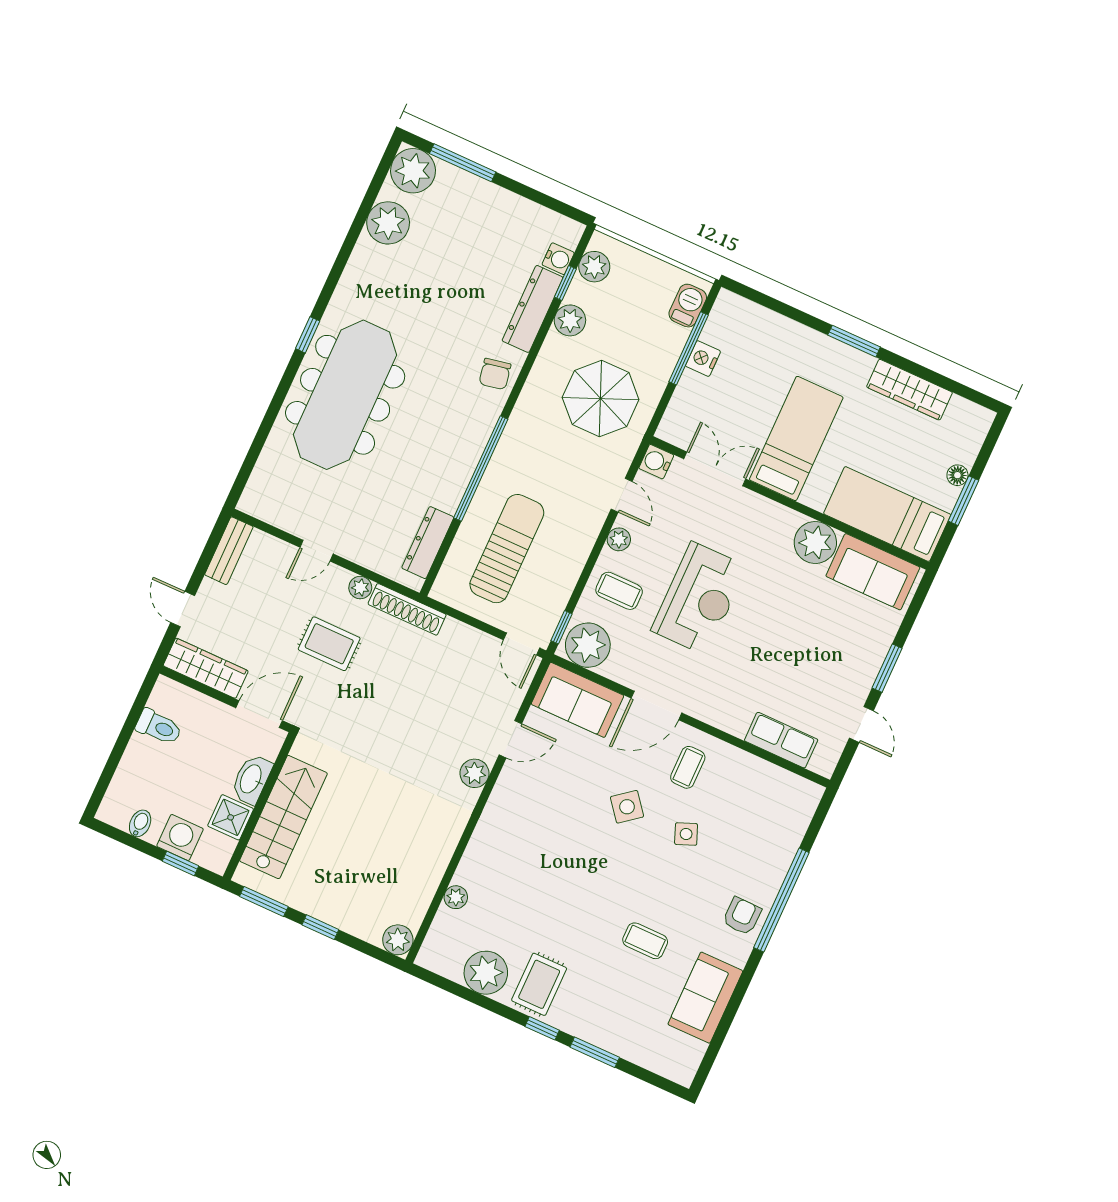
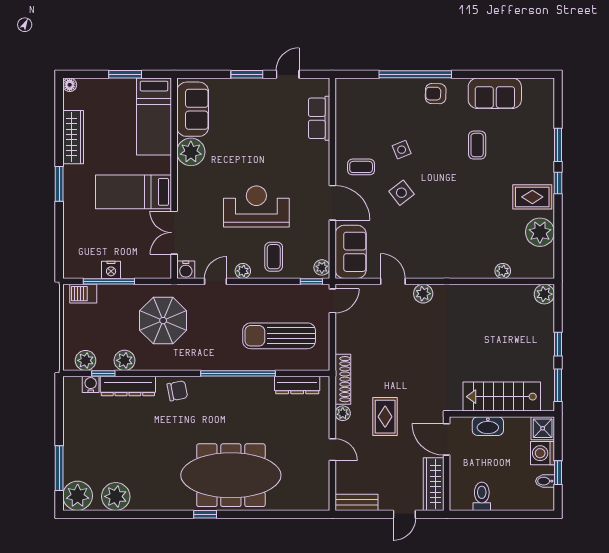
floor lamp: (957, 475) -> (70, 85), moved
plant: (588, 645) -> (322, 267), width x0.53, depth x0.53
shower: (231, 817) -> (543, 428), moved
window: (181, 863) -> (558, 473), moved

